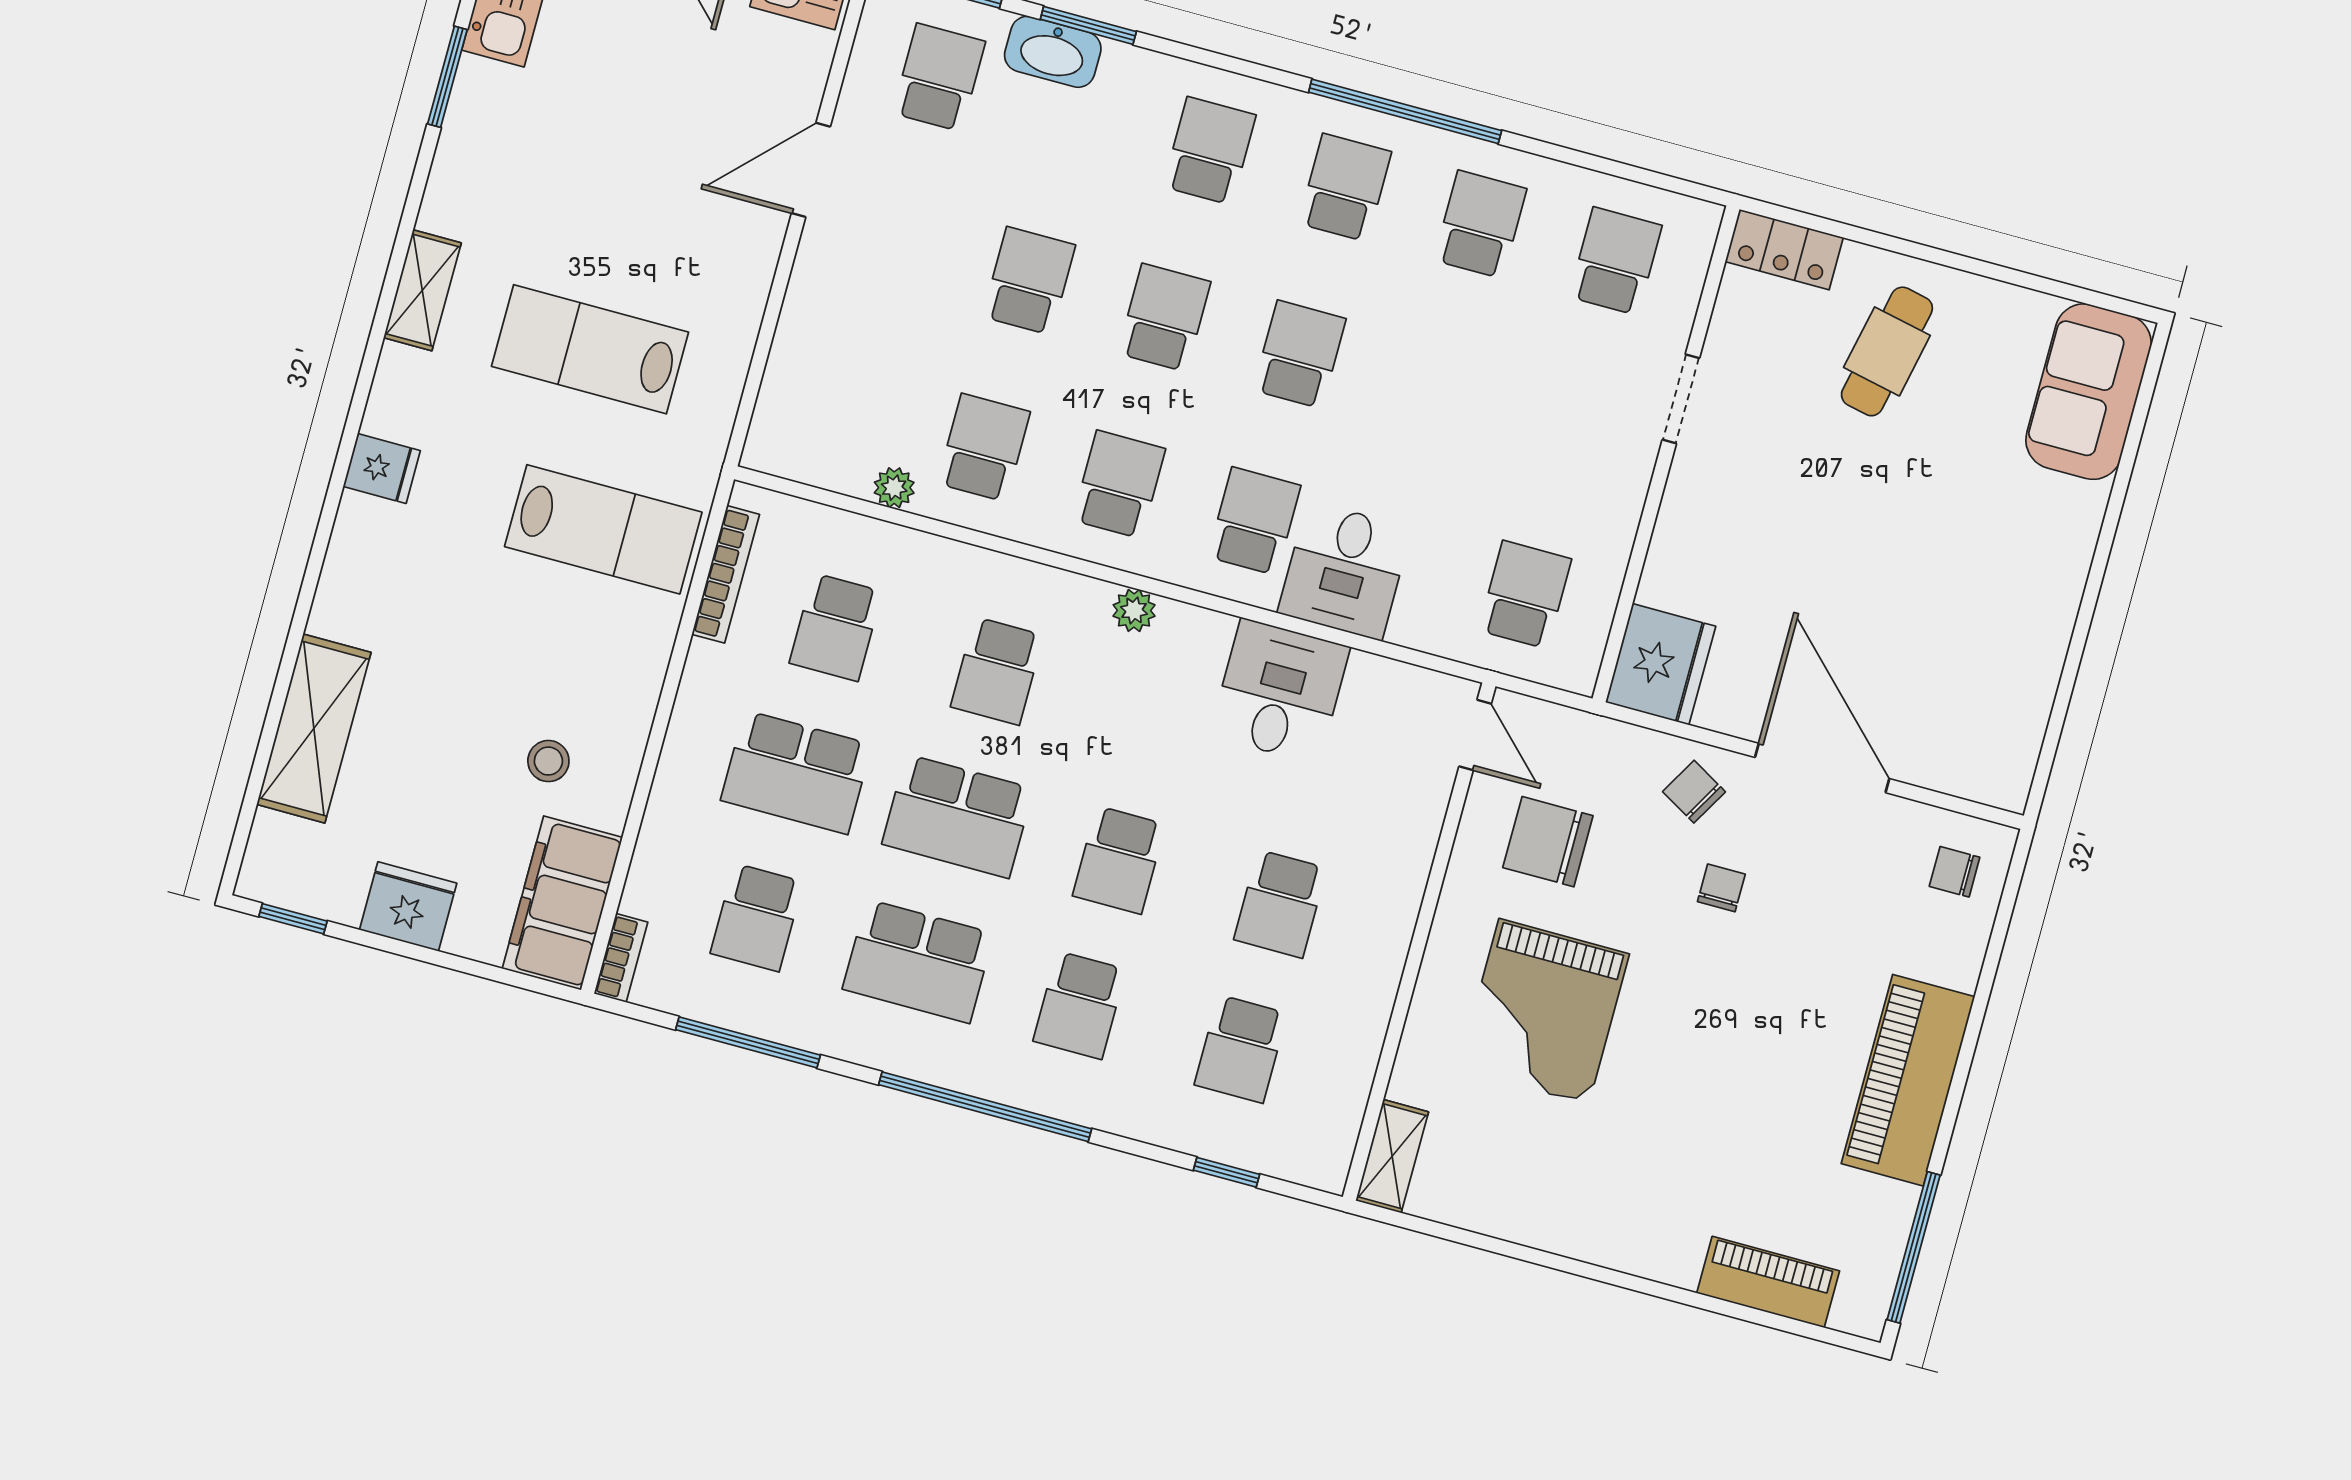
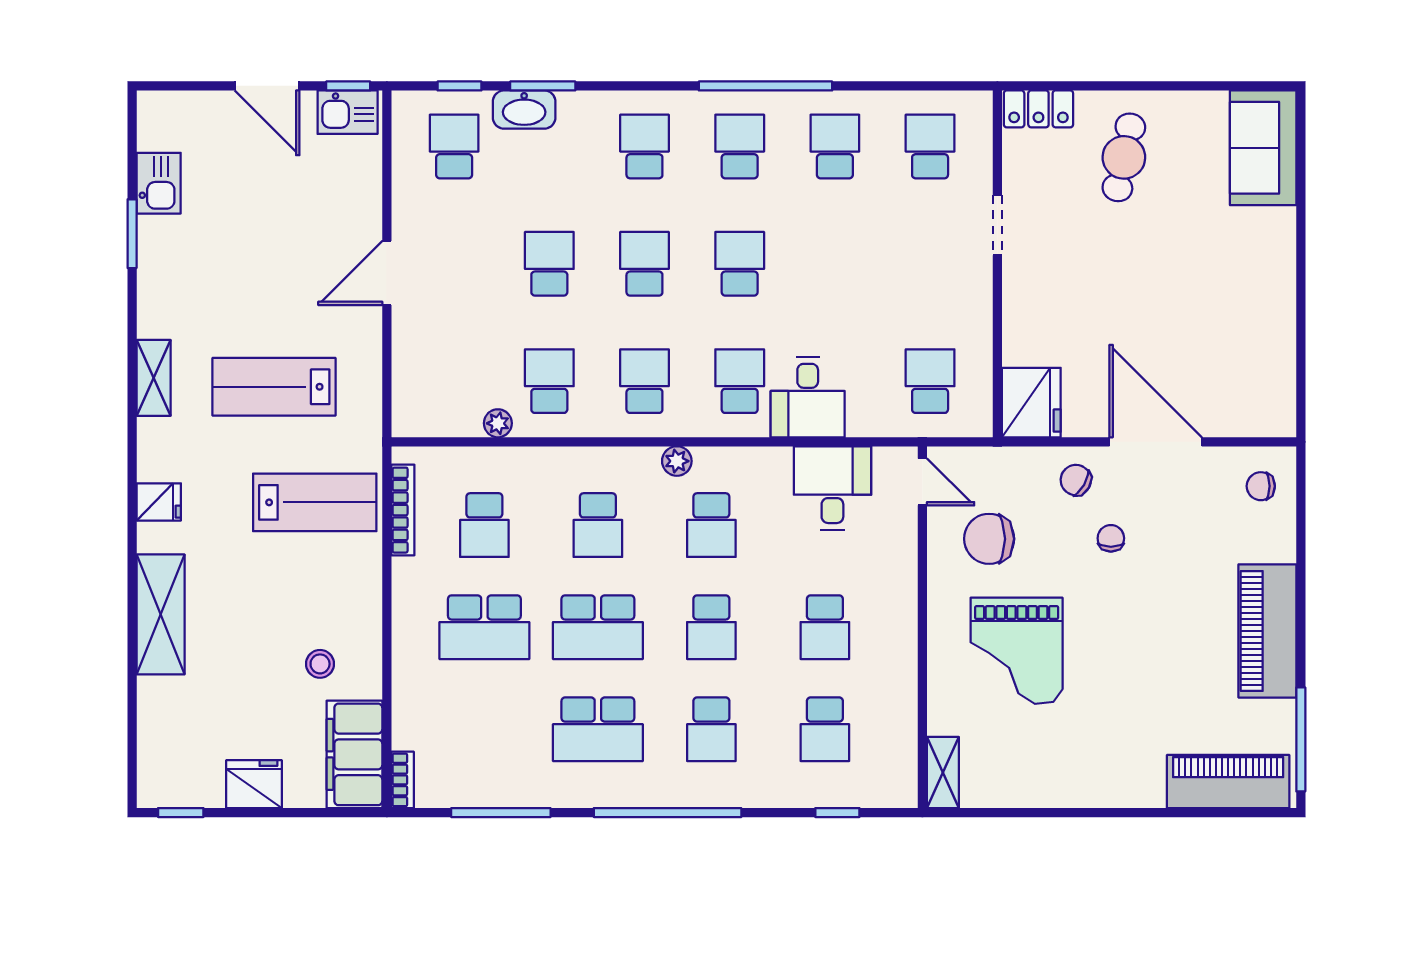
door: (811, 170) -> (387, 273), moved
desk: (1280, 691) -> (832, 488), moved
shelving: (314, 728) -> (161, 614), moved
school desk: (757, 918) -> (711, 525), moved
piano: (1768, 1282) -> (1228, 782), width x1.37, depth x1.33

